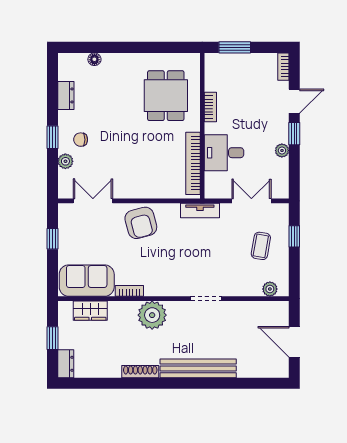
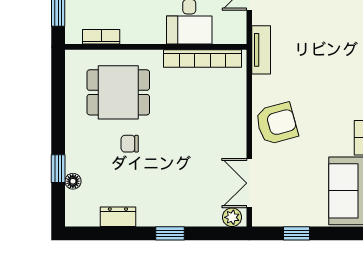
window: (105, 47) -> (58, 169), added
bookcase: (210, 107) -> (101, 37), moved
chair: (81, 140) -> (130, 144), moved, turned 90
plant: (65, 161) -> (232, 217), moved

